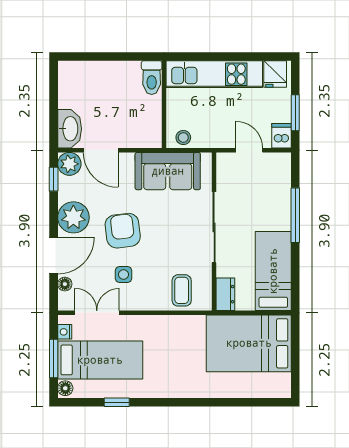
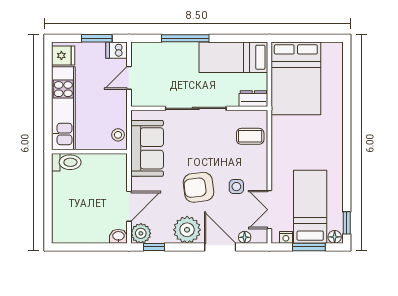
washbasin: (70, 129) -> (118, 236), width x0.52, depth x0.69
window: (117, 402) -> (347, 223), moved

